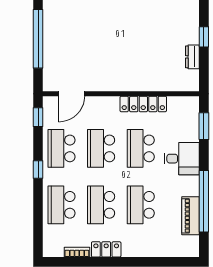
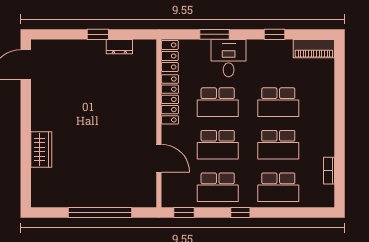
door: (72, 94) -> (159, 158), moved
window: (204, 126) -> (214, 34), moved
window: (204, 201) -> (274, 34), width x0.32
piano: (191, 216) -> (314, 49), moved
locker: (106, 249) -> (170, 56), moved, turned 180

